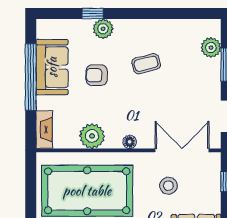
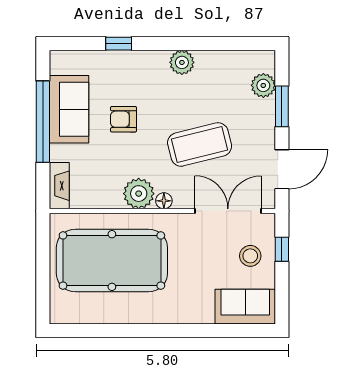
plant: (103, 29) -> (182, 62), moved
coffee table: (146, 64) -> (200, 144), moved, width x1.86, depth x1.72
plant: (92, 136) -> (139, 194), moved
stool: (168, 186) -> (250, 256), moved

